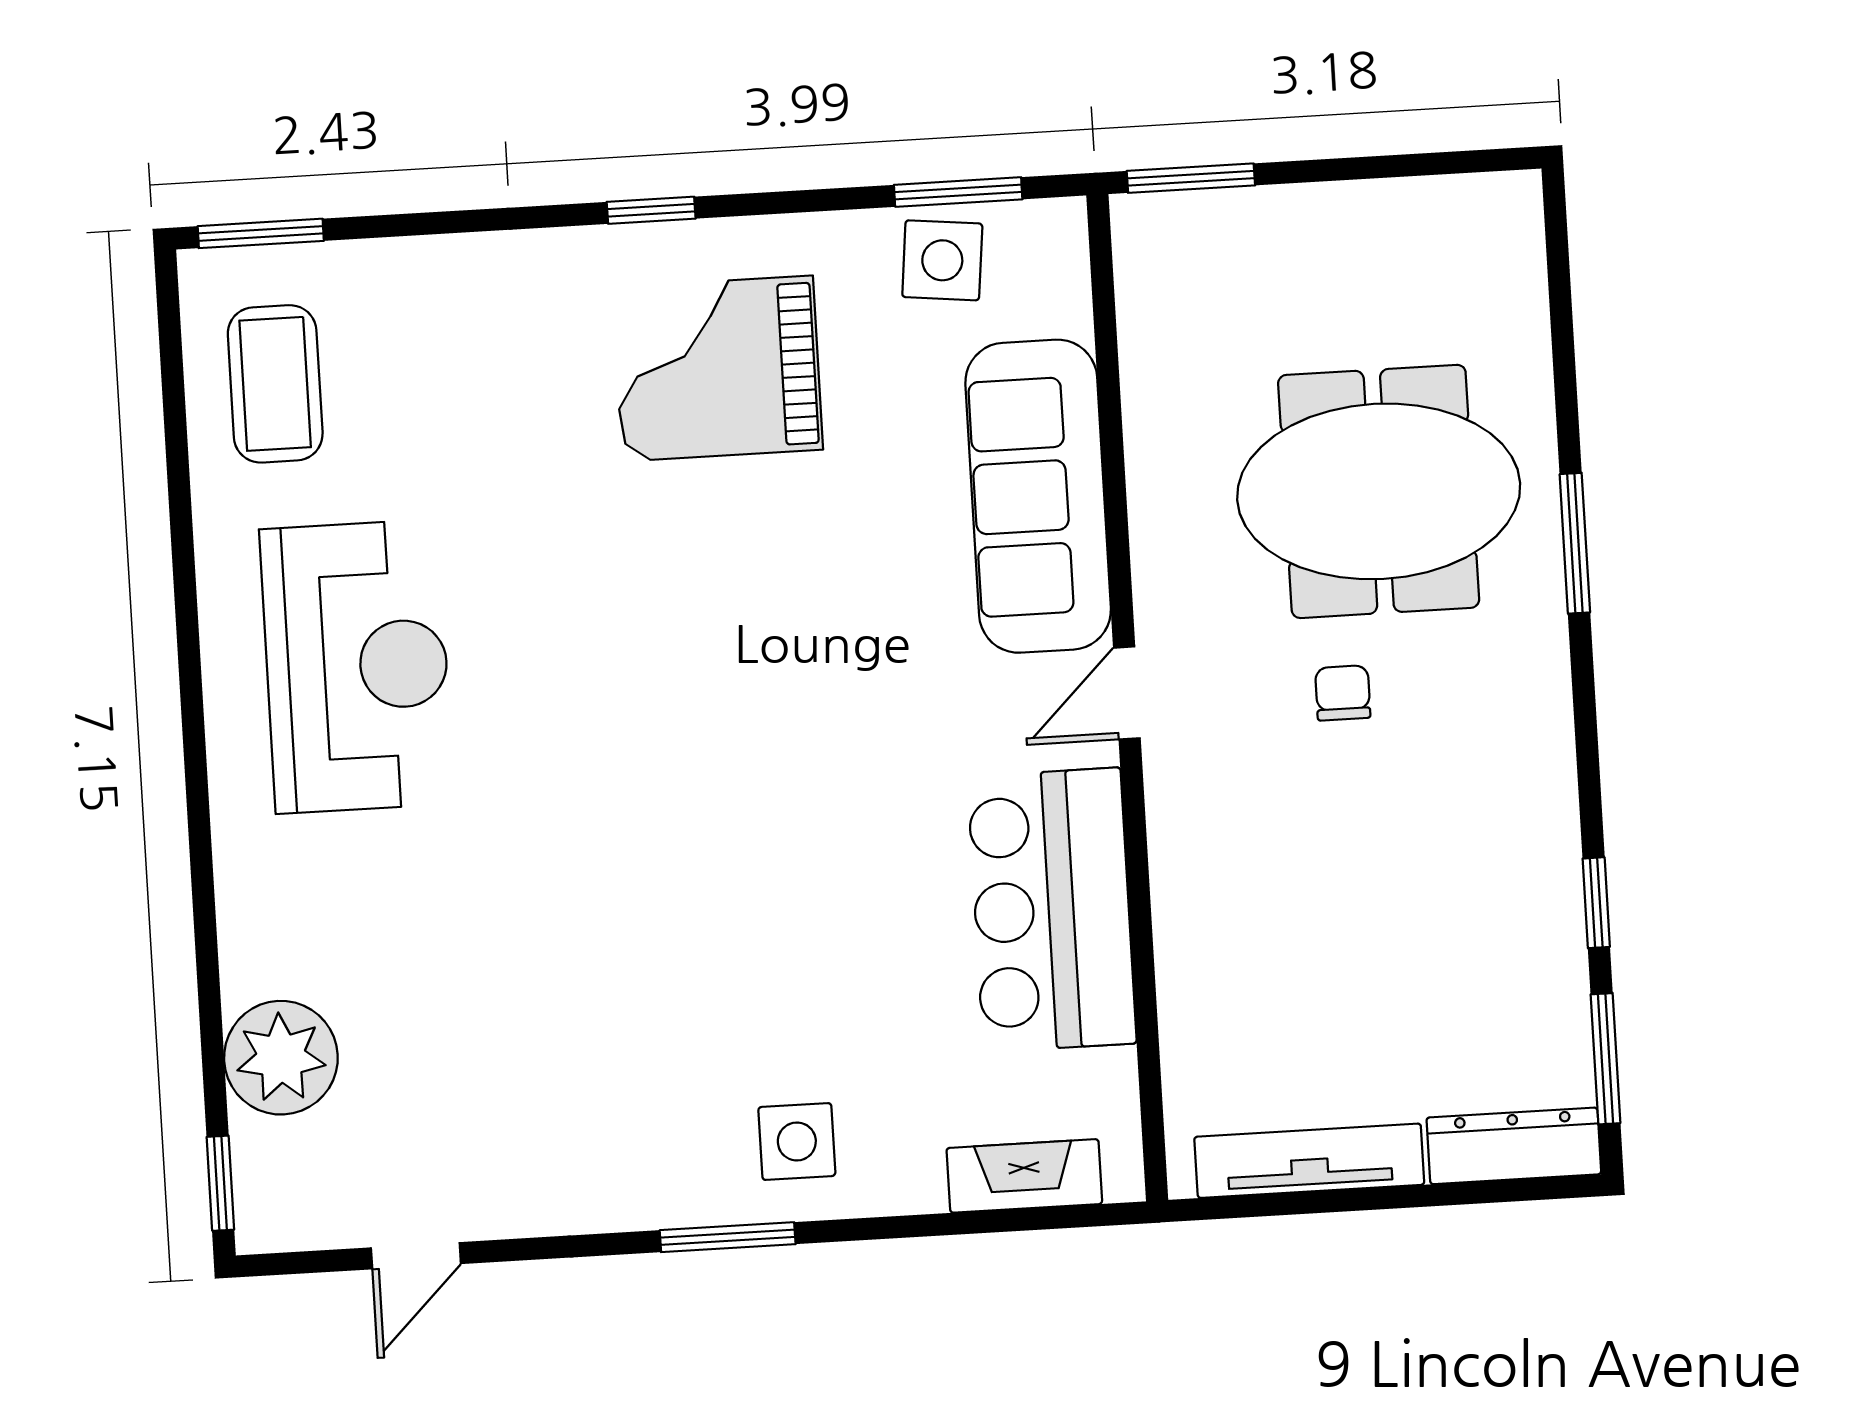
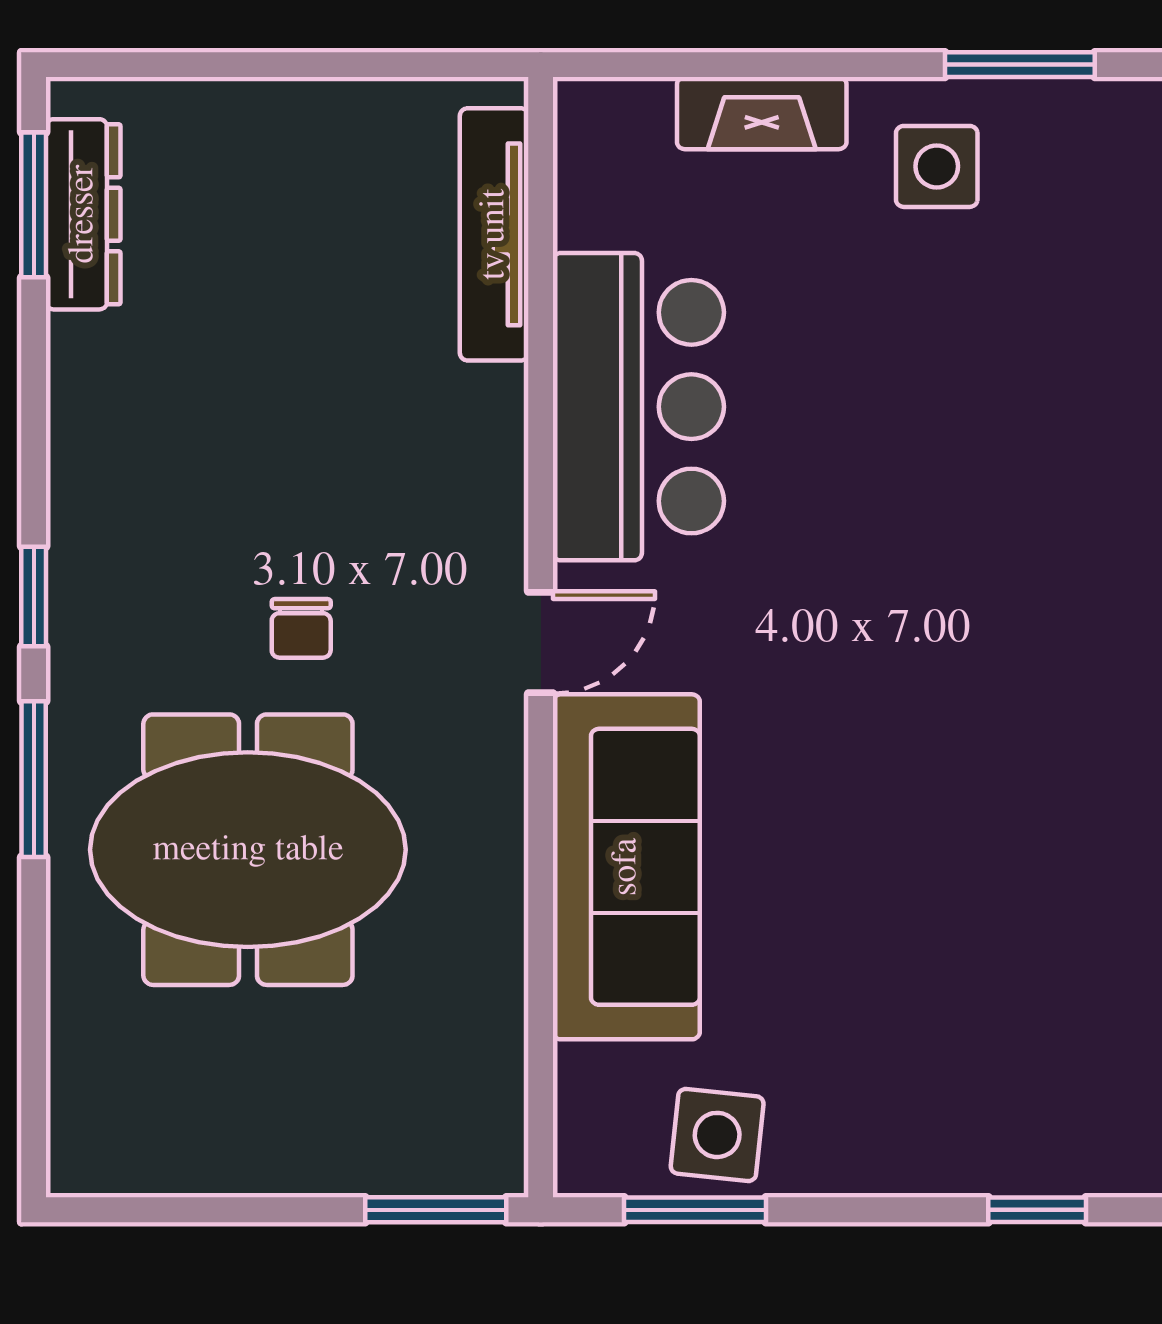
grand piano: (718, 368) -> (974, 1030), removed
window: (1596, 903) -> (34, 597), moved
dresser: (1514, 1146) -> (83, 214), moved, turned -90
tv unit: (1309, 1161) -> (494, 234), moved, turned 90
fireplace: (1024, 1176) -> (762, 113), moved

